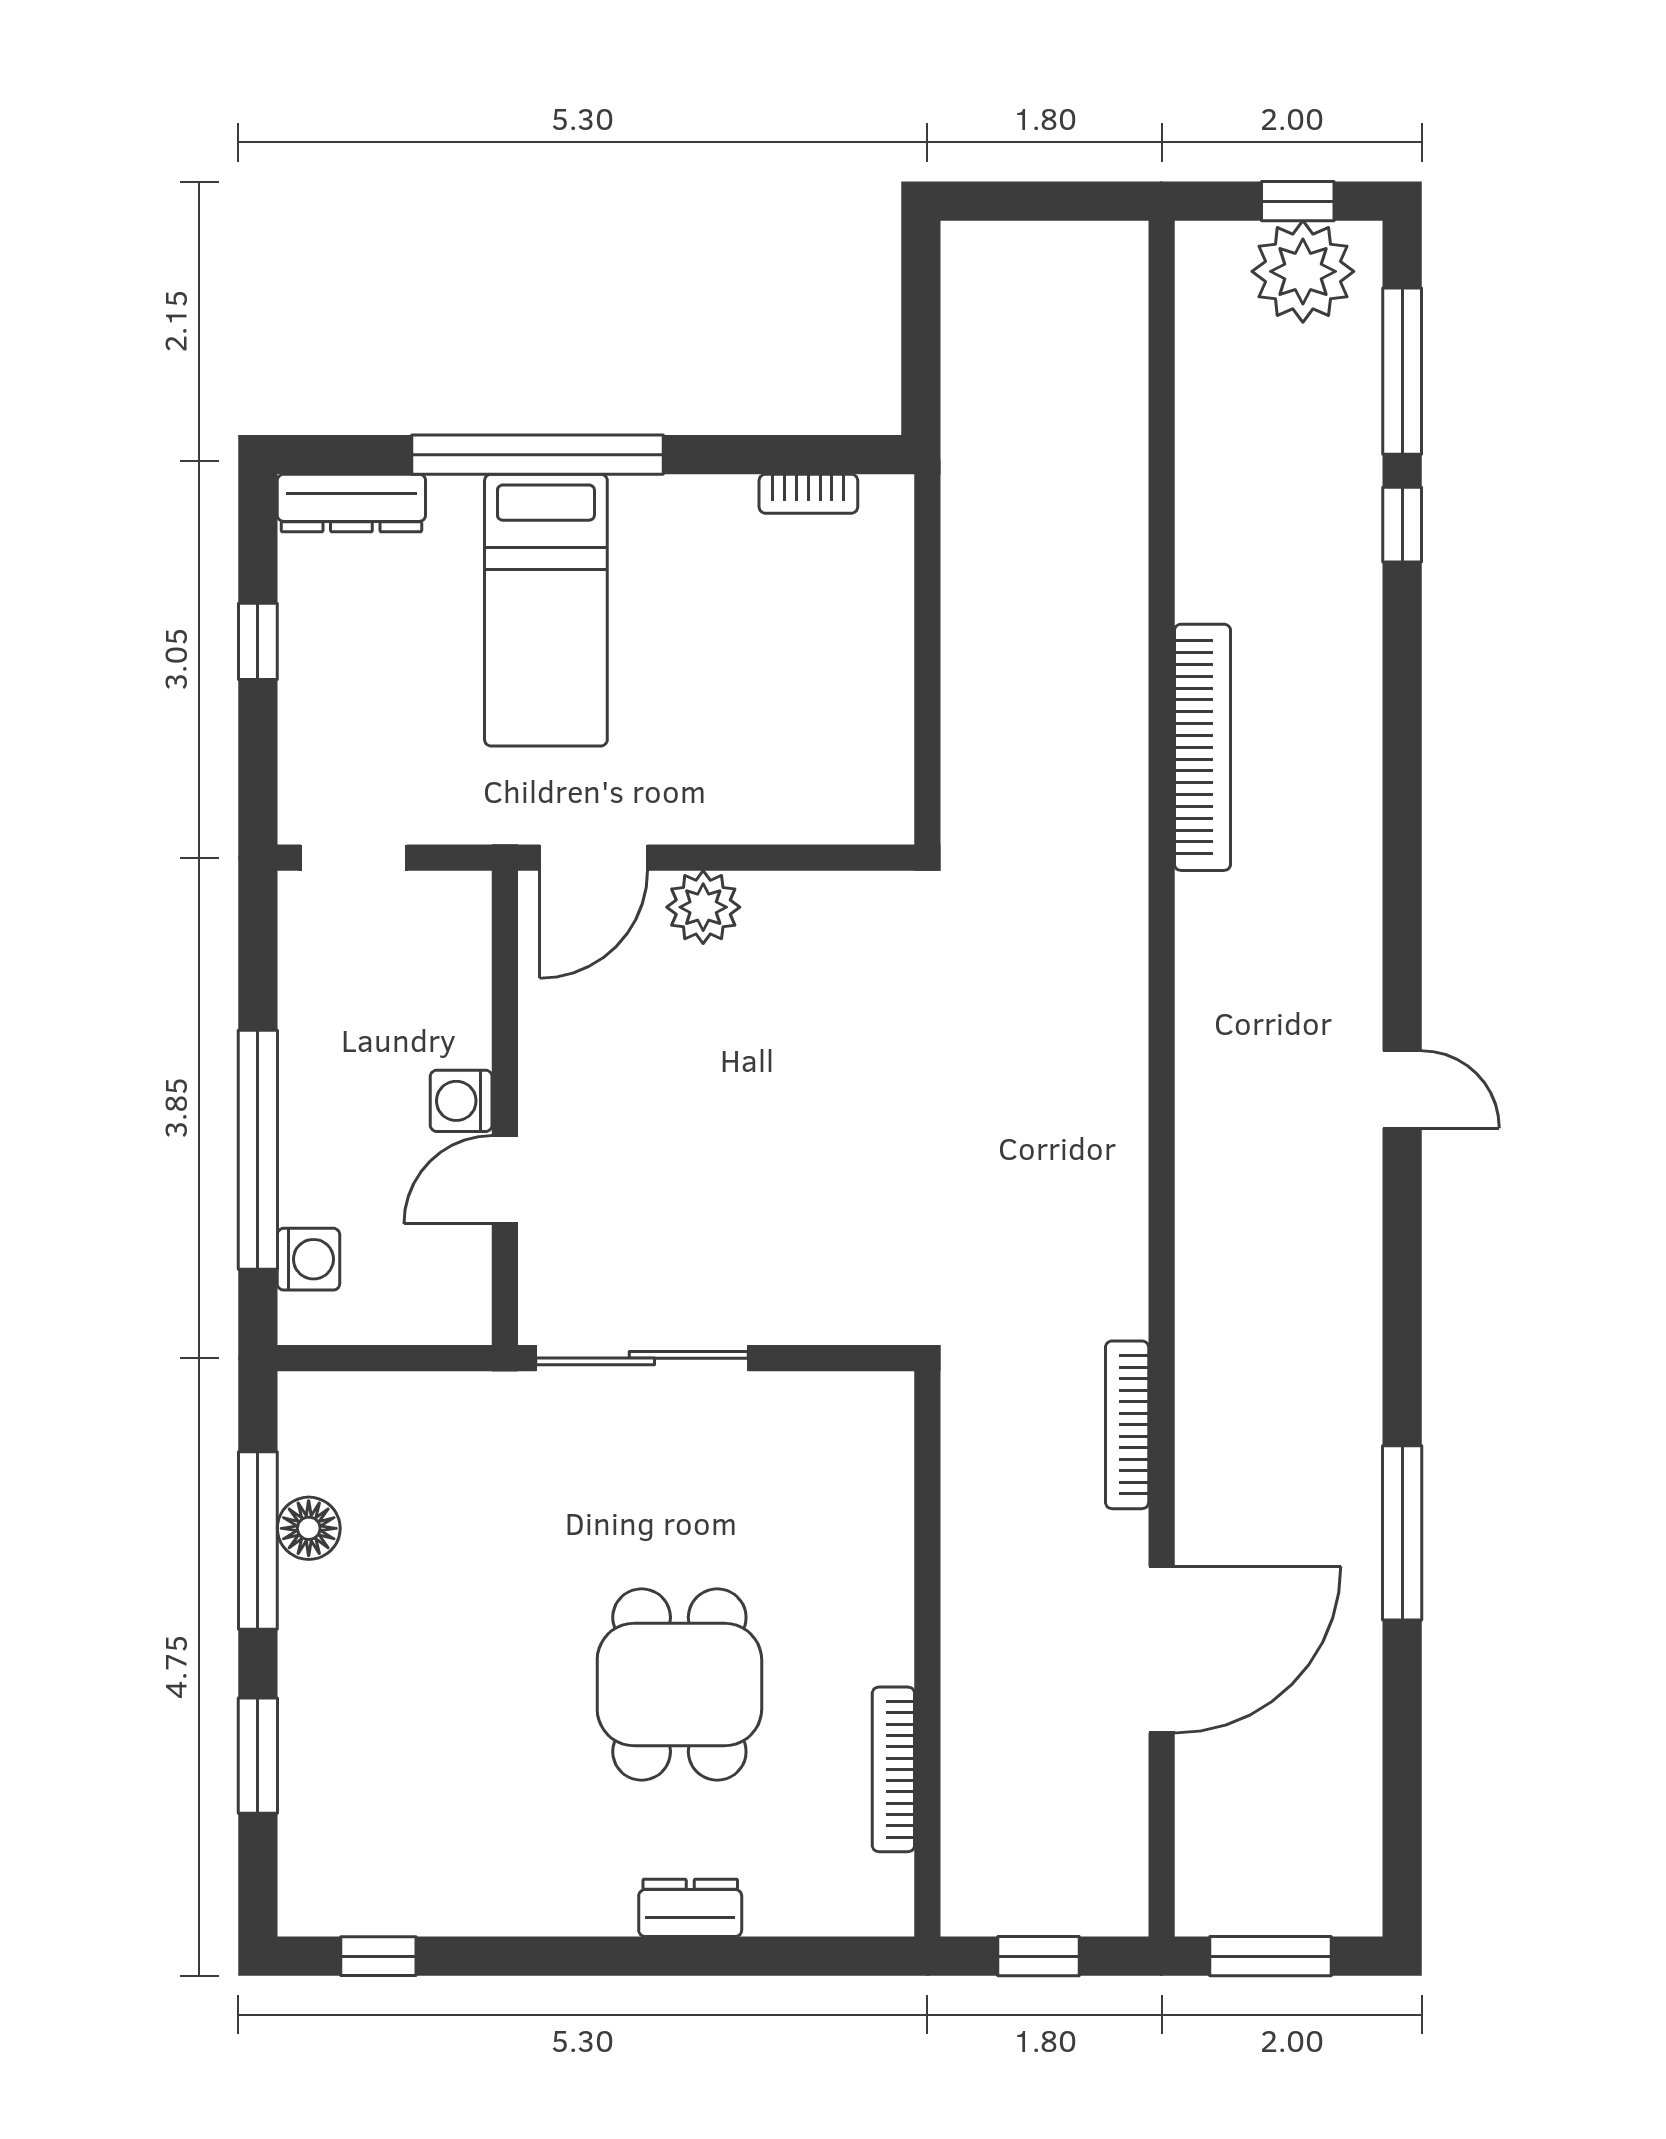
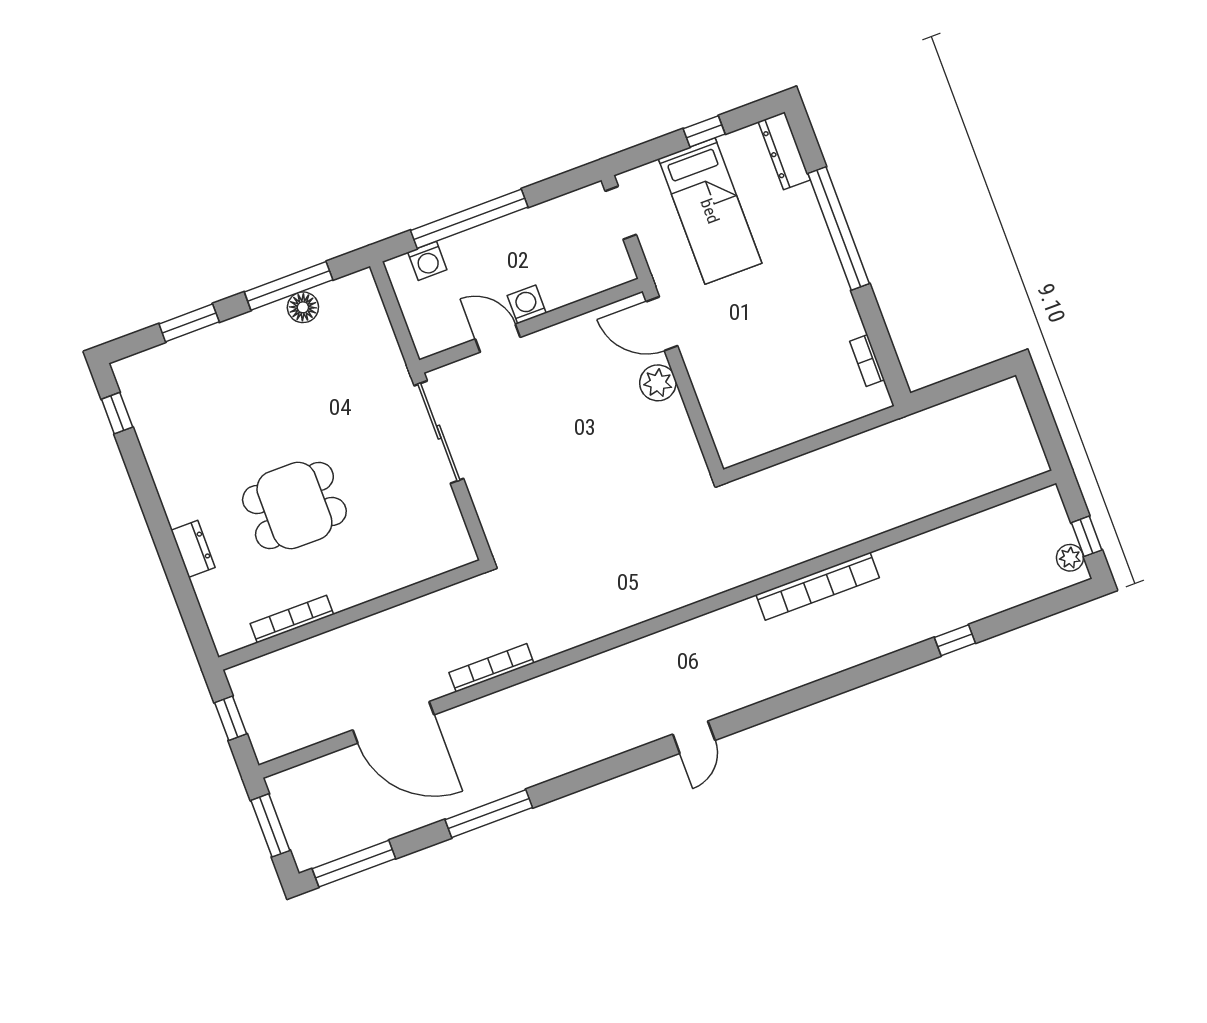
plant: (1303, 271) -> (1070, 558), width x0.53, depth x0.53
window: (1402, 371) -> (354, 864), moved
bed: (546, 610) -> (710, 211), moved, turned -90

